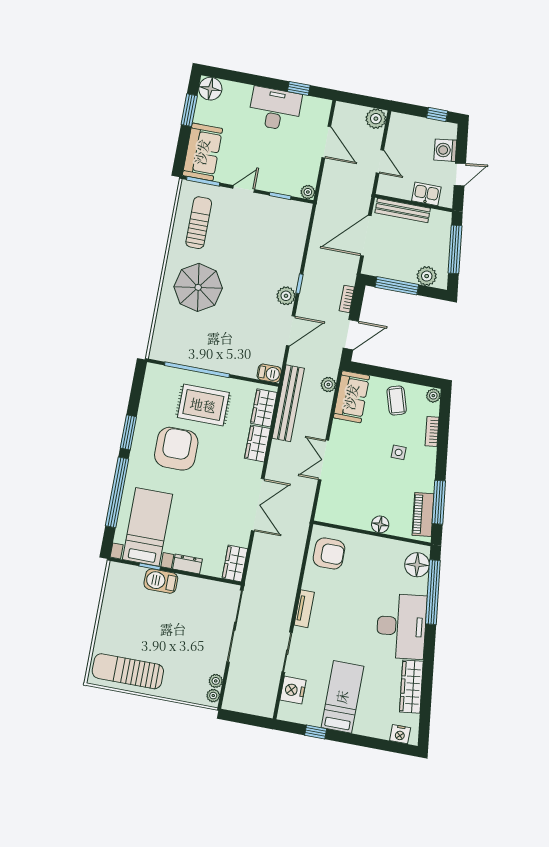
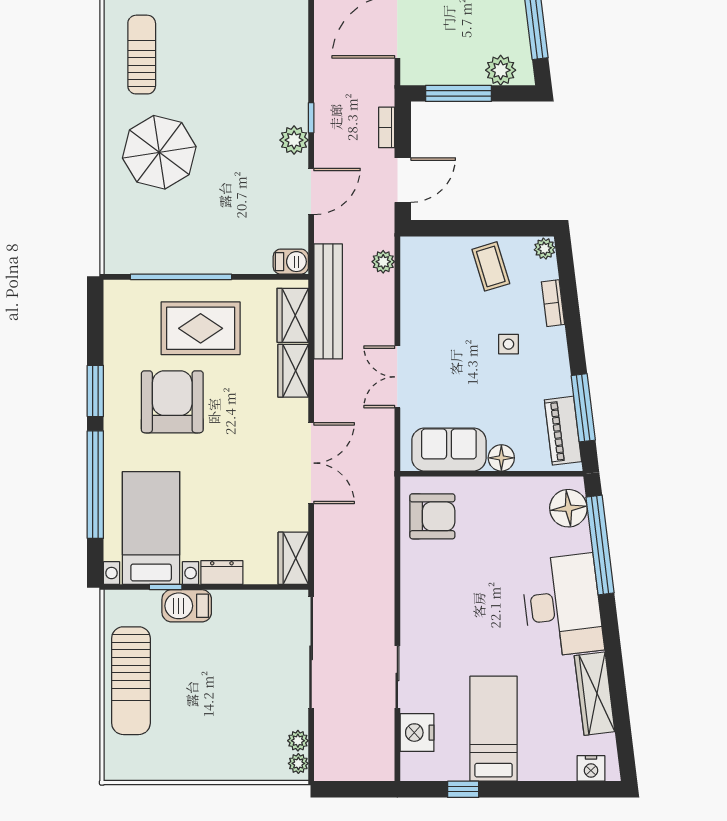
sofa: (351, 397) -> (449, 450), moved, turned -90
tv unit: (304, 609) -> (411, 607), removed
sun lounger: (128, 671) -> (131, 681), moved, turned -90

